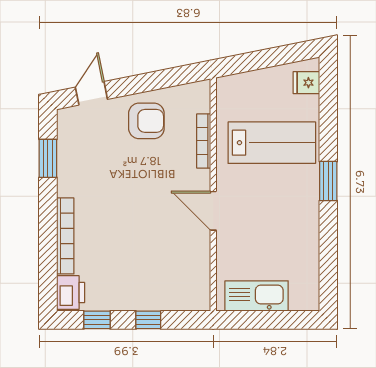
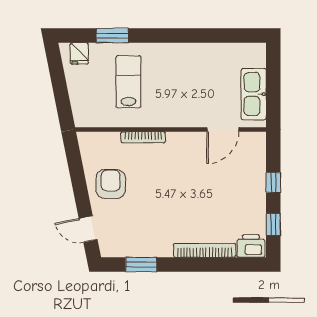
bookcase: (204, 141) -> (143, 137), moved
lab bench: (272, 143) -> (128, 82), width x0.73, depth x0.72
window: (328, 181) -> (112, 36), moved
door: (213, 211) -> (223, 130), moved

